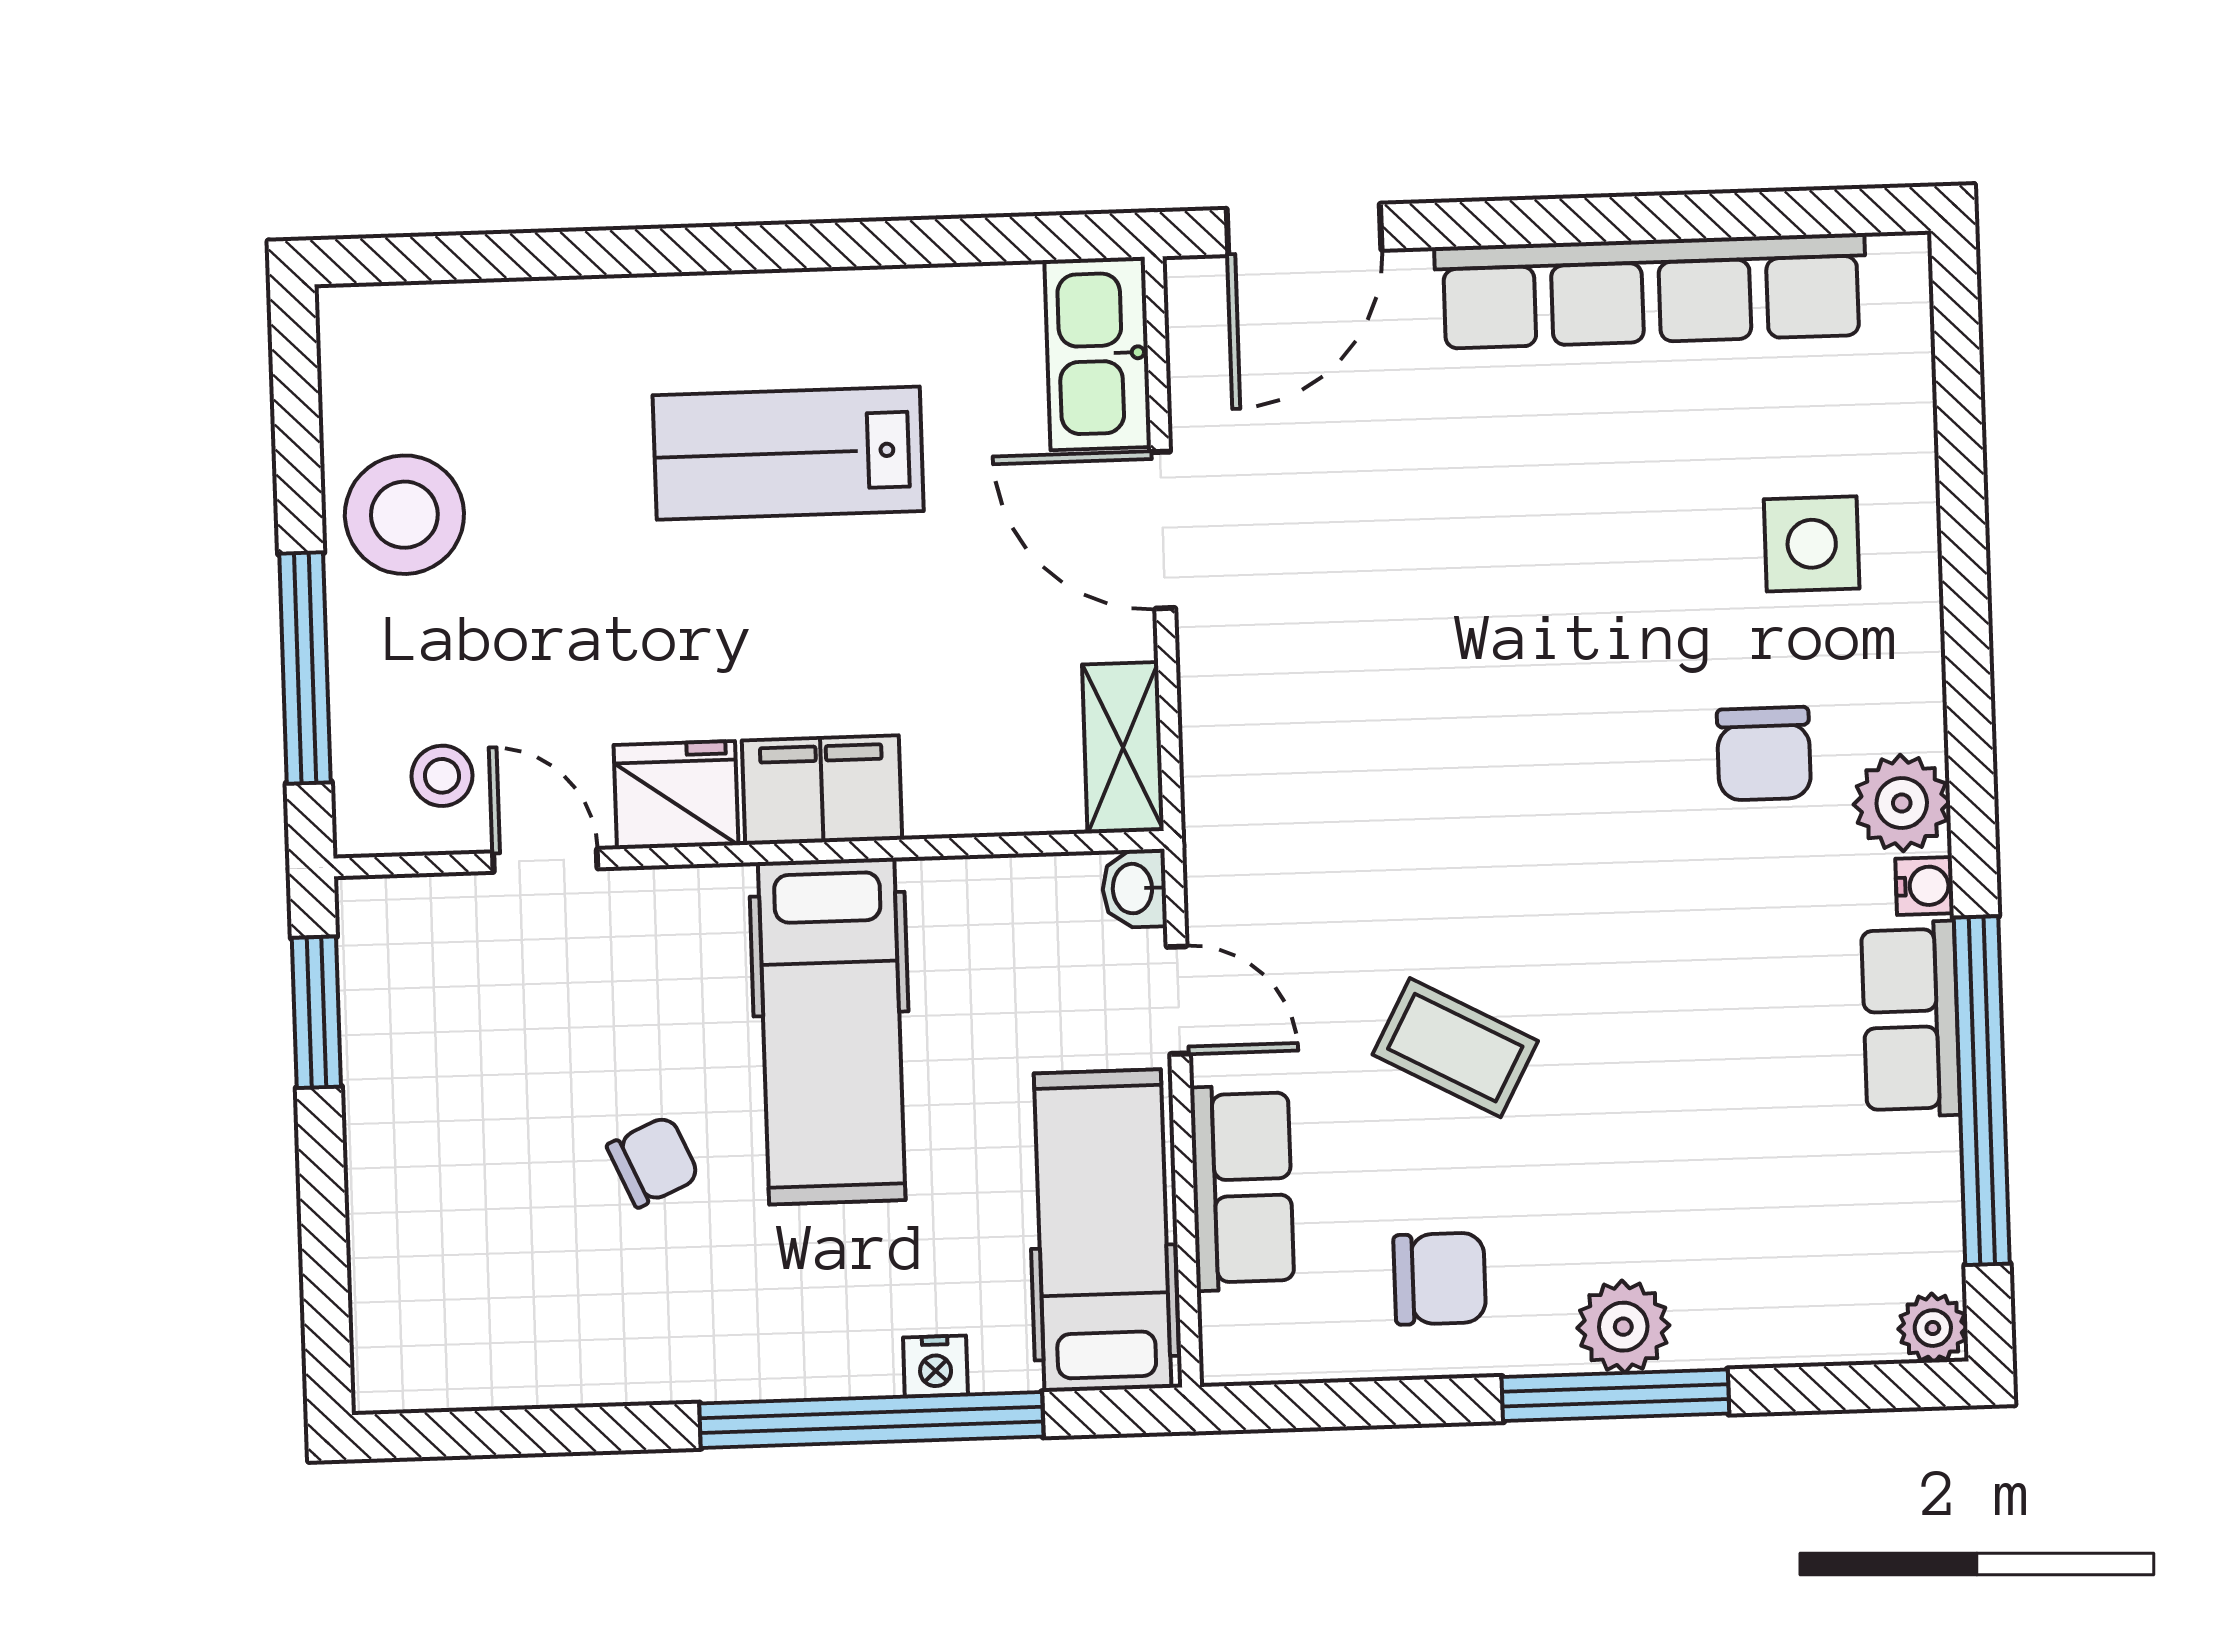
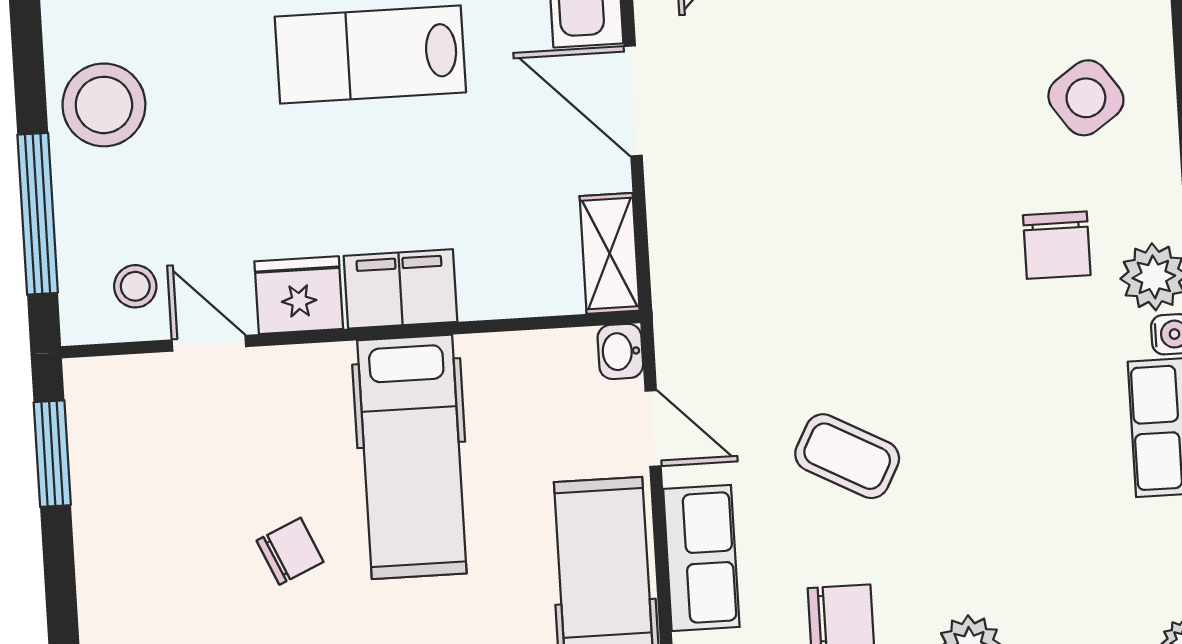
side table: (1812, 544) -> (1086, 98), turned -35

